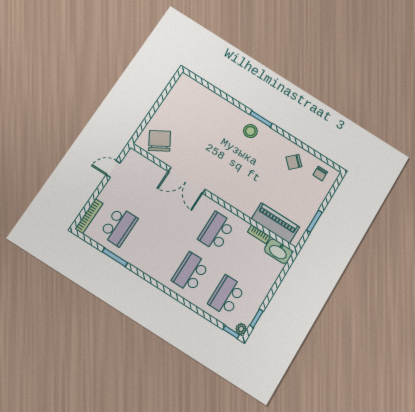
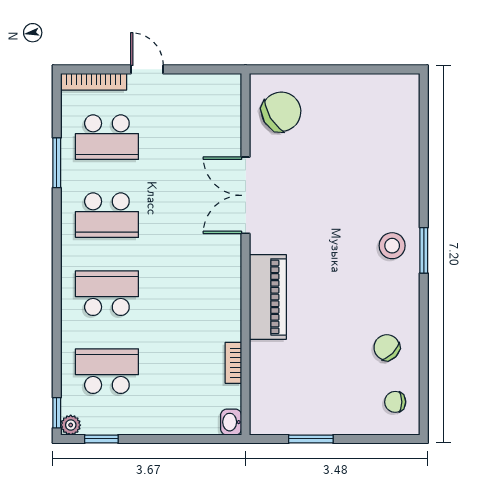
door: (113, 169) -> (147, 69), moved
piano: (275, 223) -> (268, 297), moved
school desk: (216, 231) -> (107, 215), moved, turned 180
washbasin: (278, 251) -> (231, 422), width x0.52, depth x0.69

